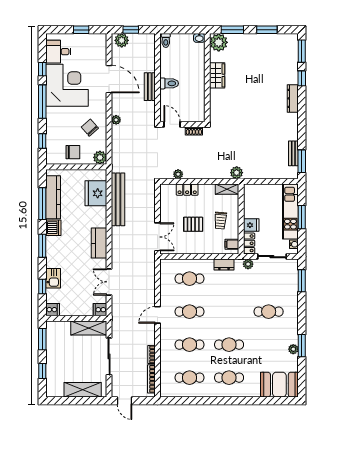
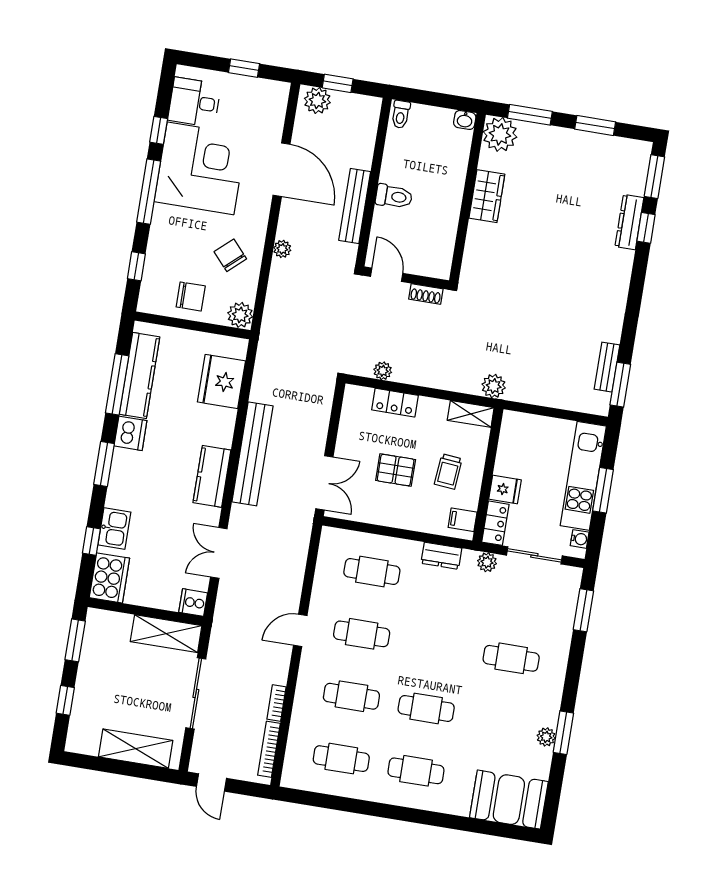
bench: (150, 87) -> (355, 206), width x1.36
dresser: (293, 98) -> (629, 222), moved
bench: (118, 199) -> (252, 454), moved
cooker: (53, 310) -> (109, 578), width x1.87, depth x1.31

